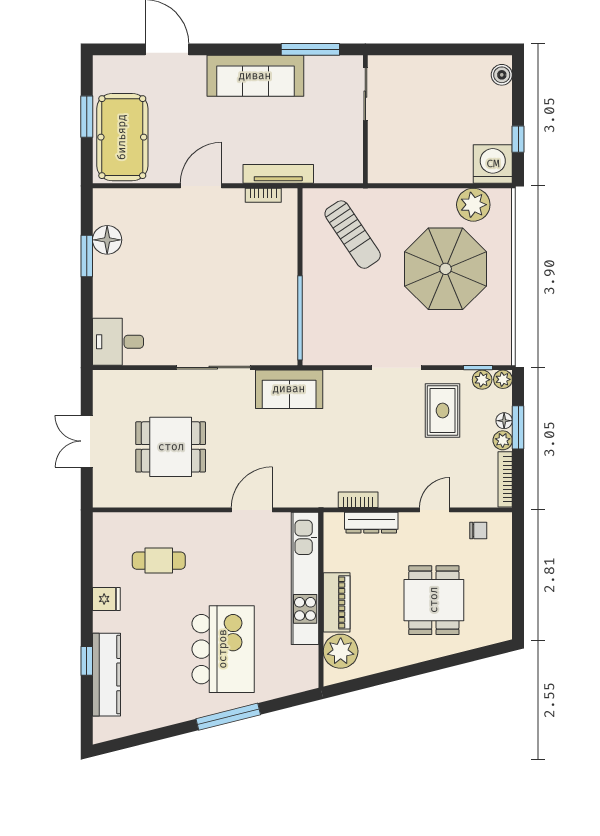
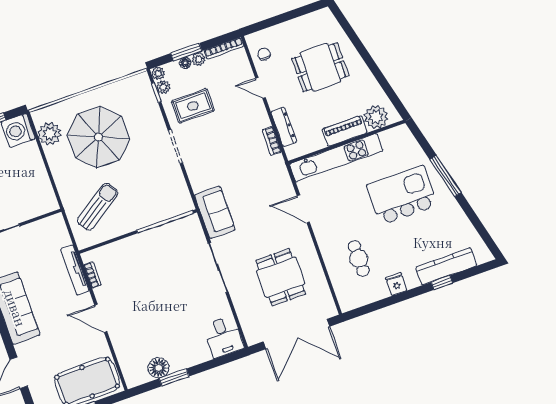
double door: (87, 441) -> (297, 334), width x1.87

